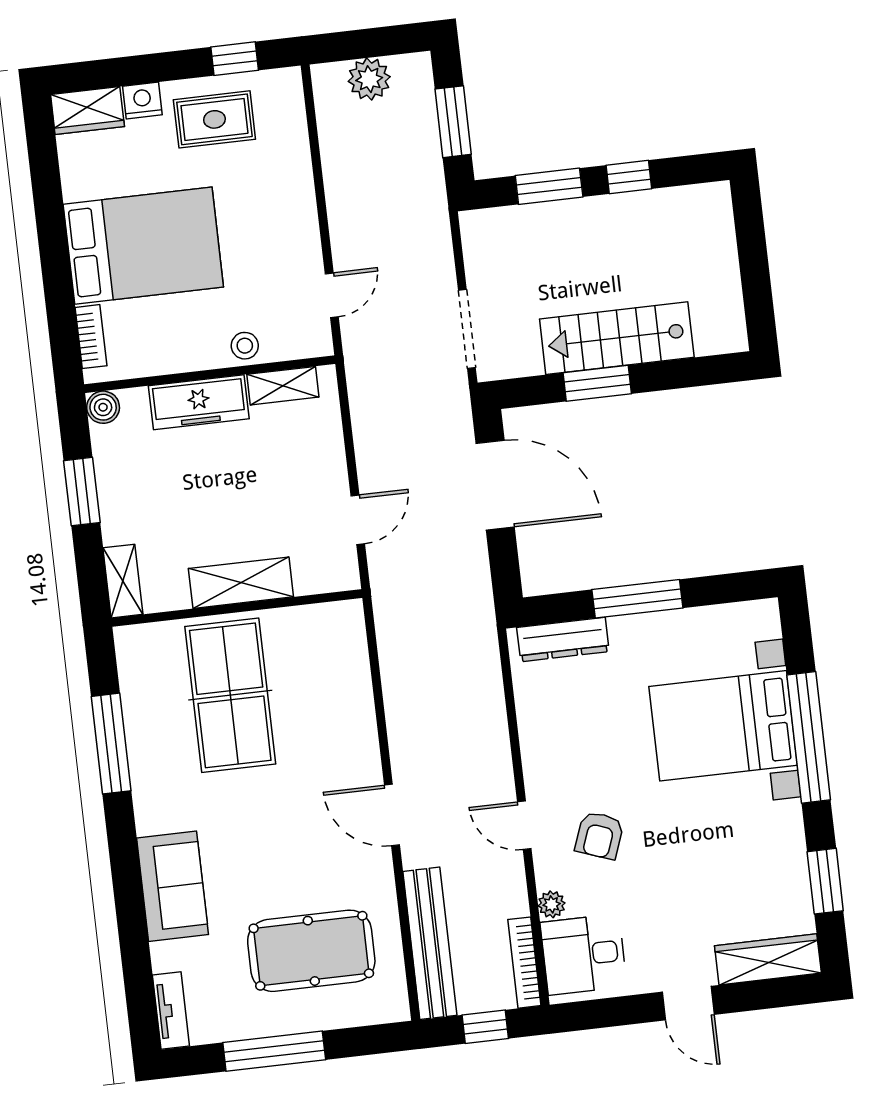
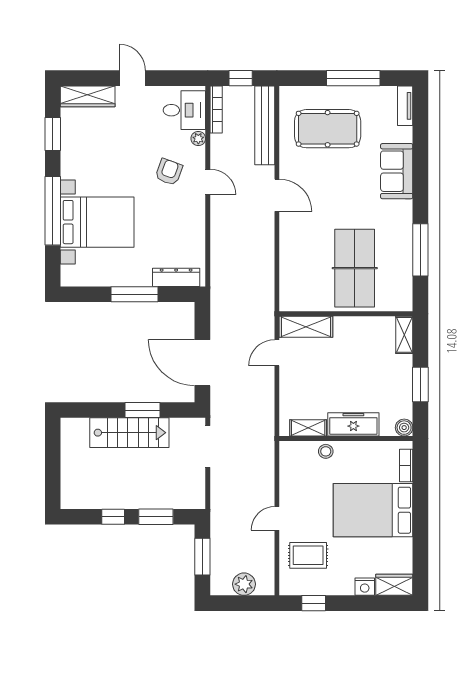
rug: (214, 119) -> (308, 555), moved
door: (332, 295) -> (277, 518), moved
shelving: (241, 583) -> (306, 327), moved

